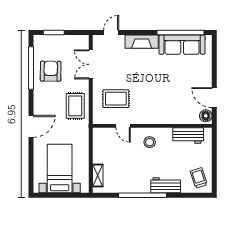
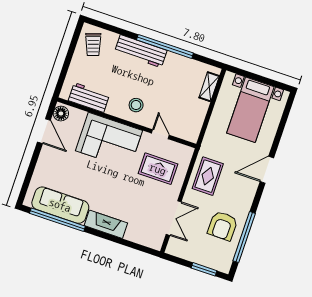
door: (111, 32) -> (138, 247), removed
corner sofa: (161, 107) -> (109, 141), added
workbench: (166, 185) -> (141, 51), width x1.38

